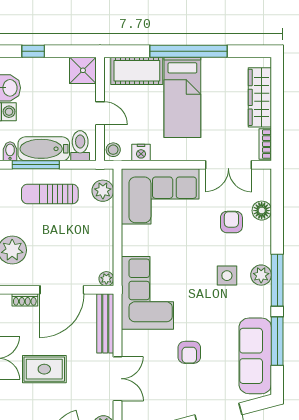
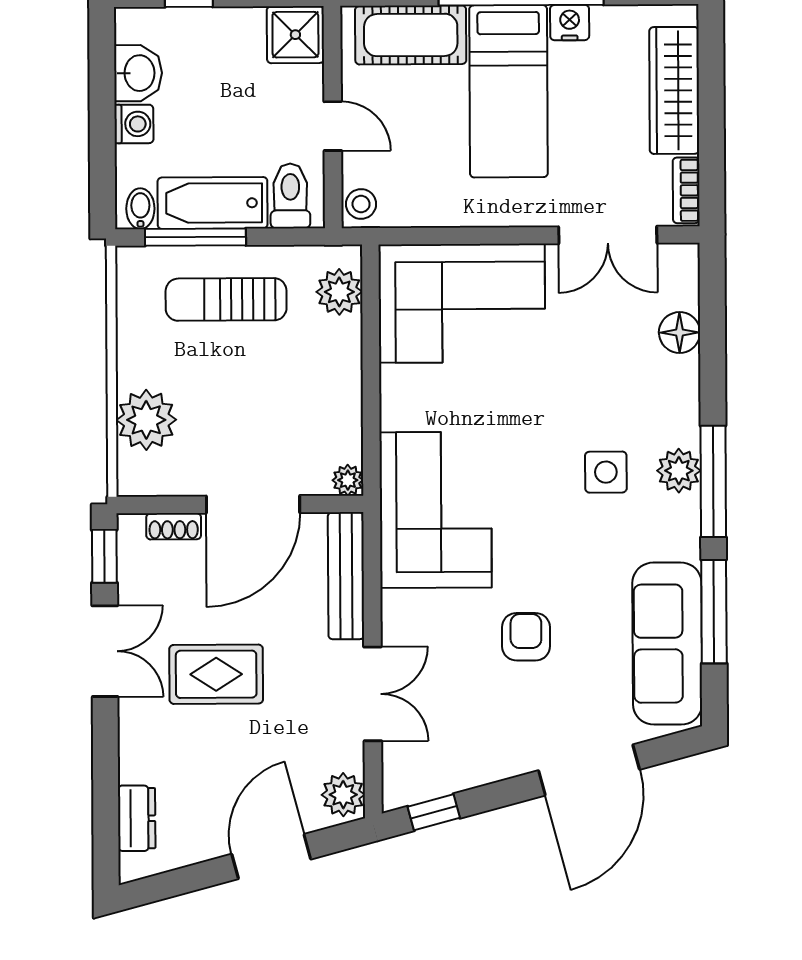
nightstand: (141, 153) -> (570, 23), moved, turned 180
armchair: (231, 222) -> (615, 357), removed
armchair: (189, 352) -> (526, 637), turned 180

